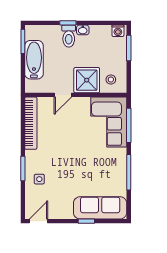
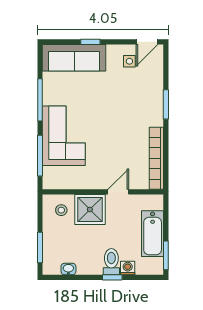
washbasin: (83, 30) -> (68, 269), moved
washing machine: (118, 31) -> (128, 268), moved
corner sofa: (109, 122) -> (64, 136), moved
side table: (39, 179) -> (129, 61), moved

